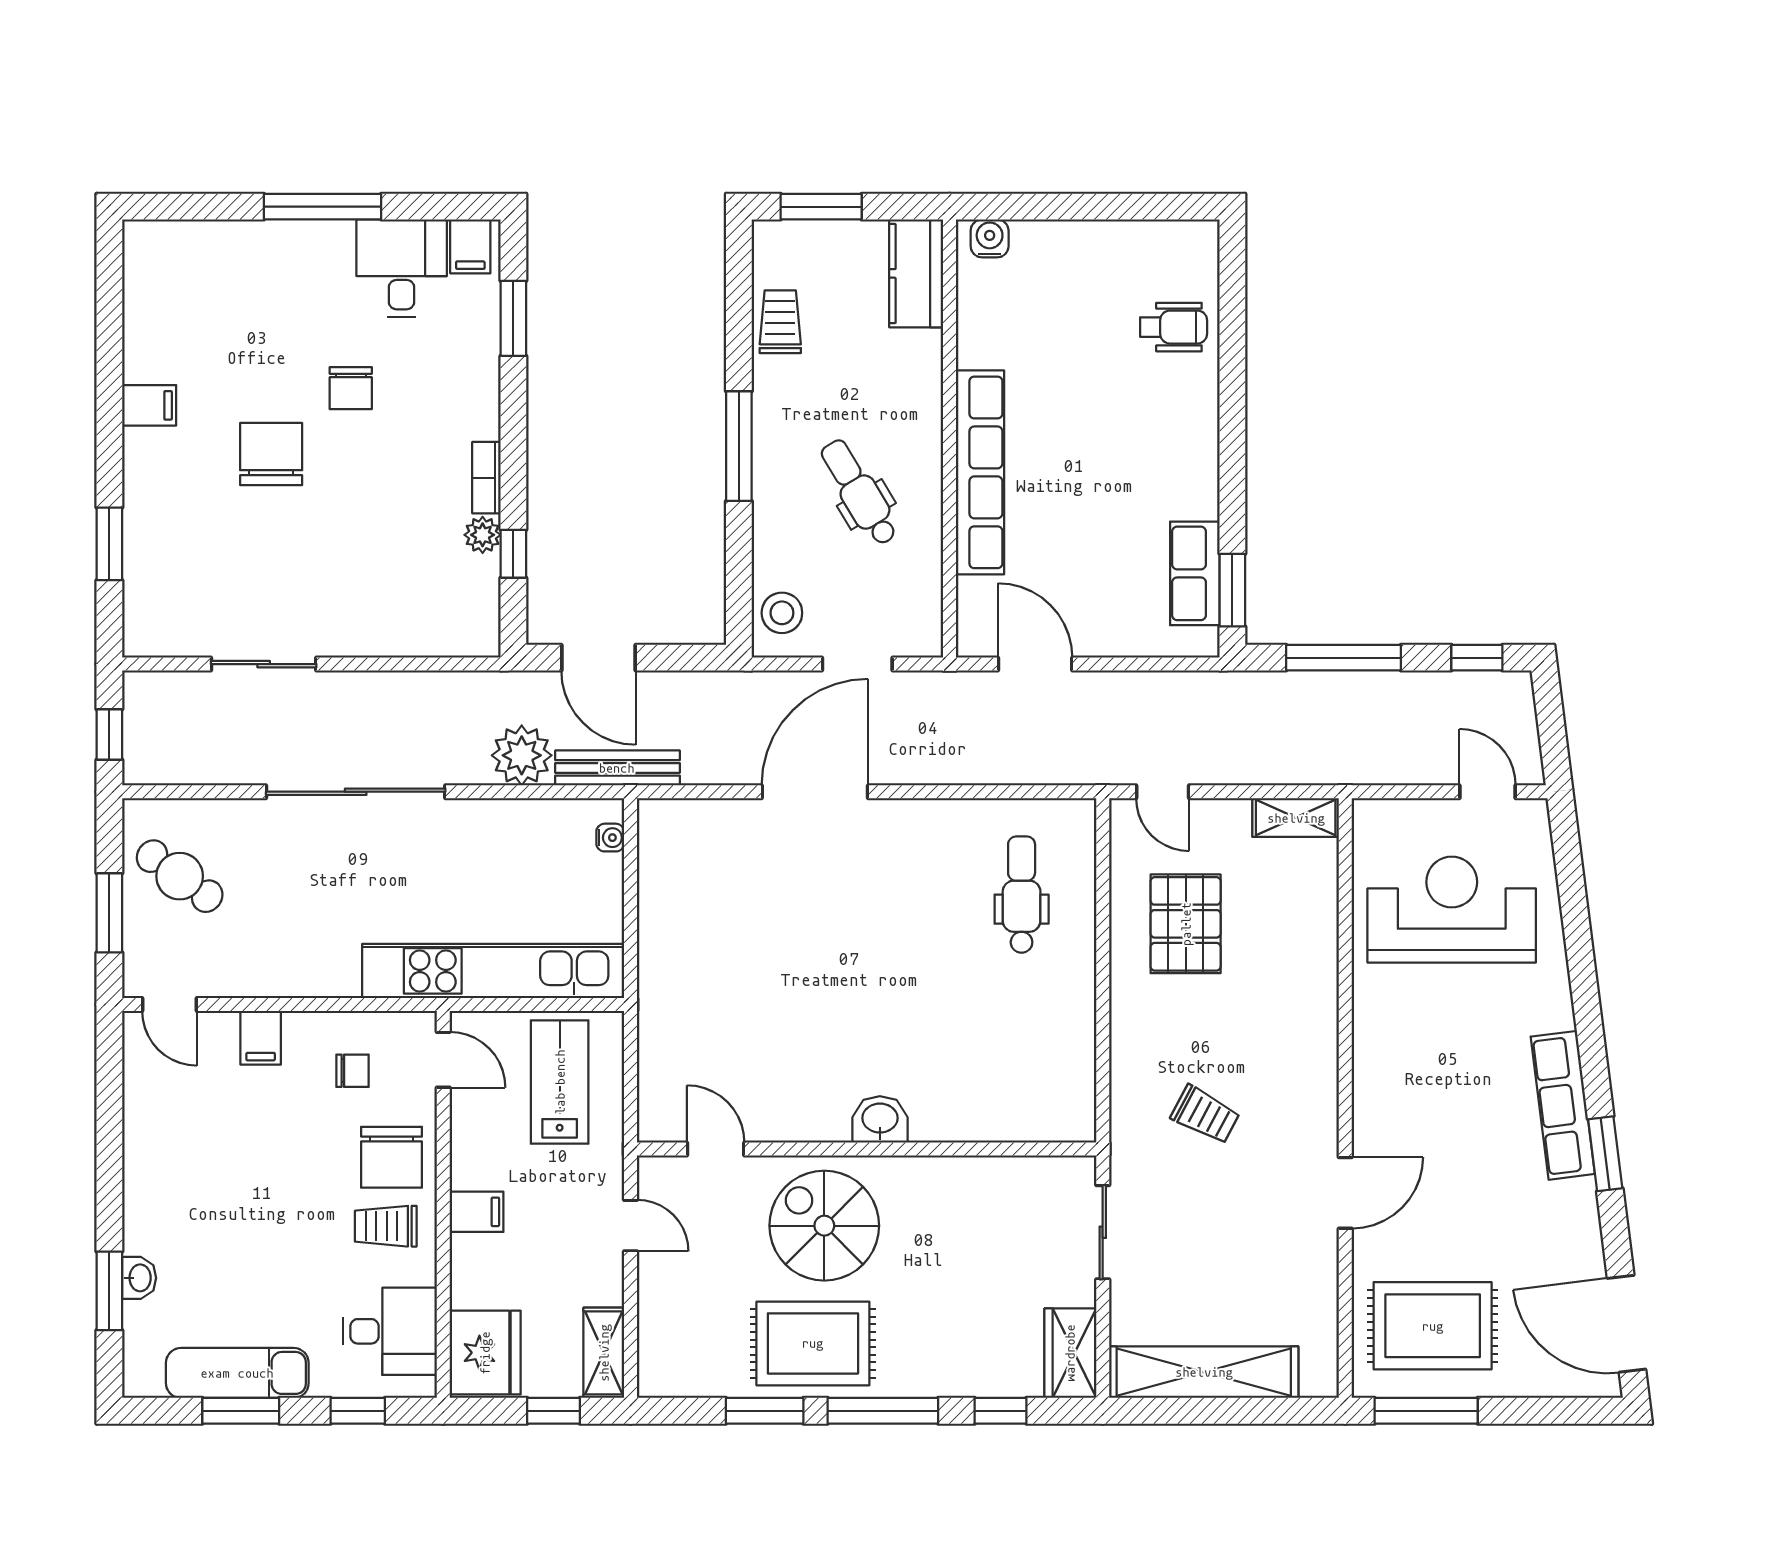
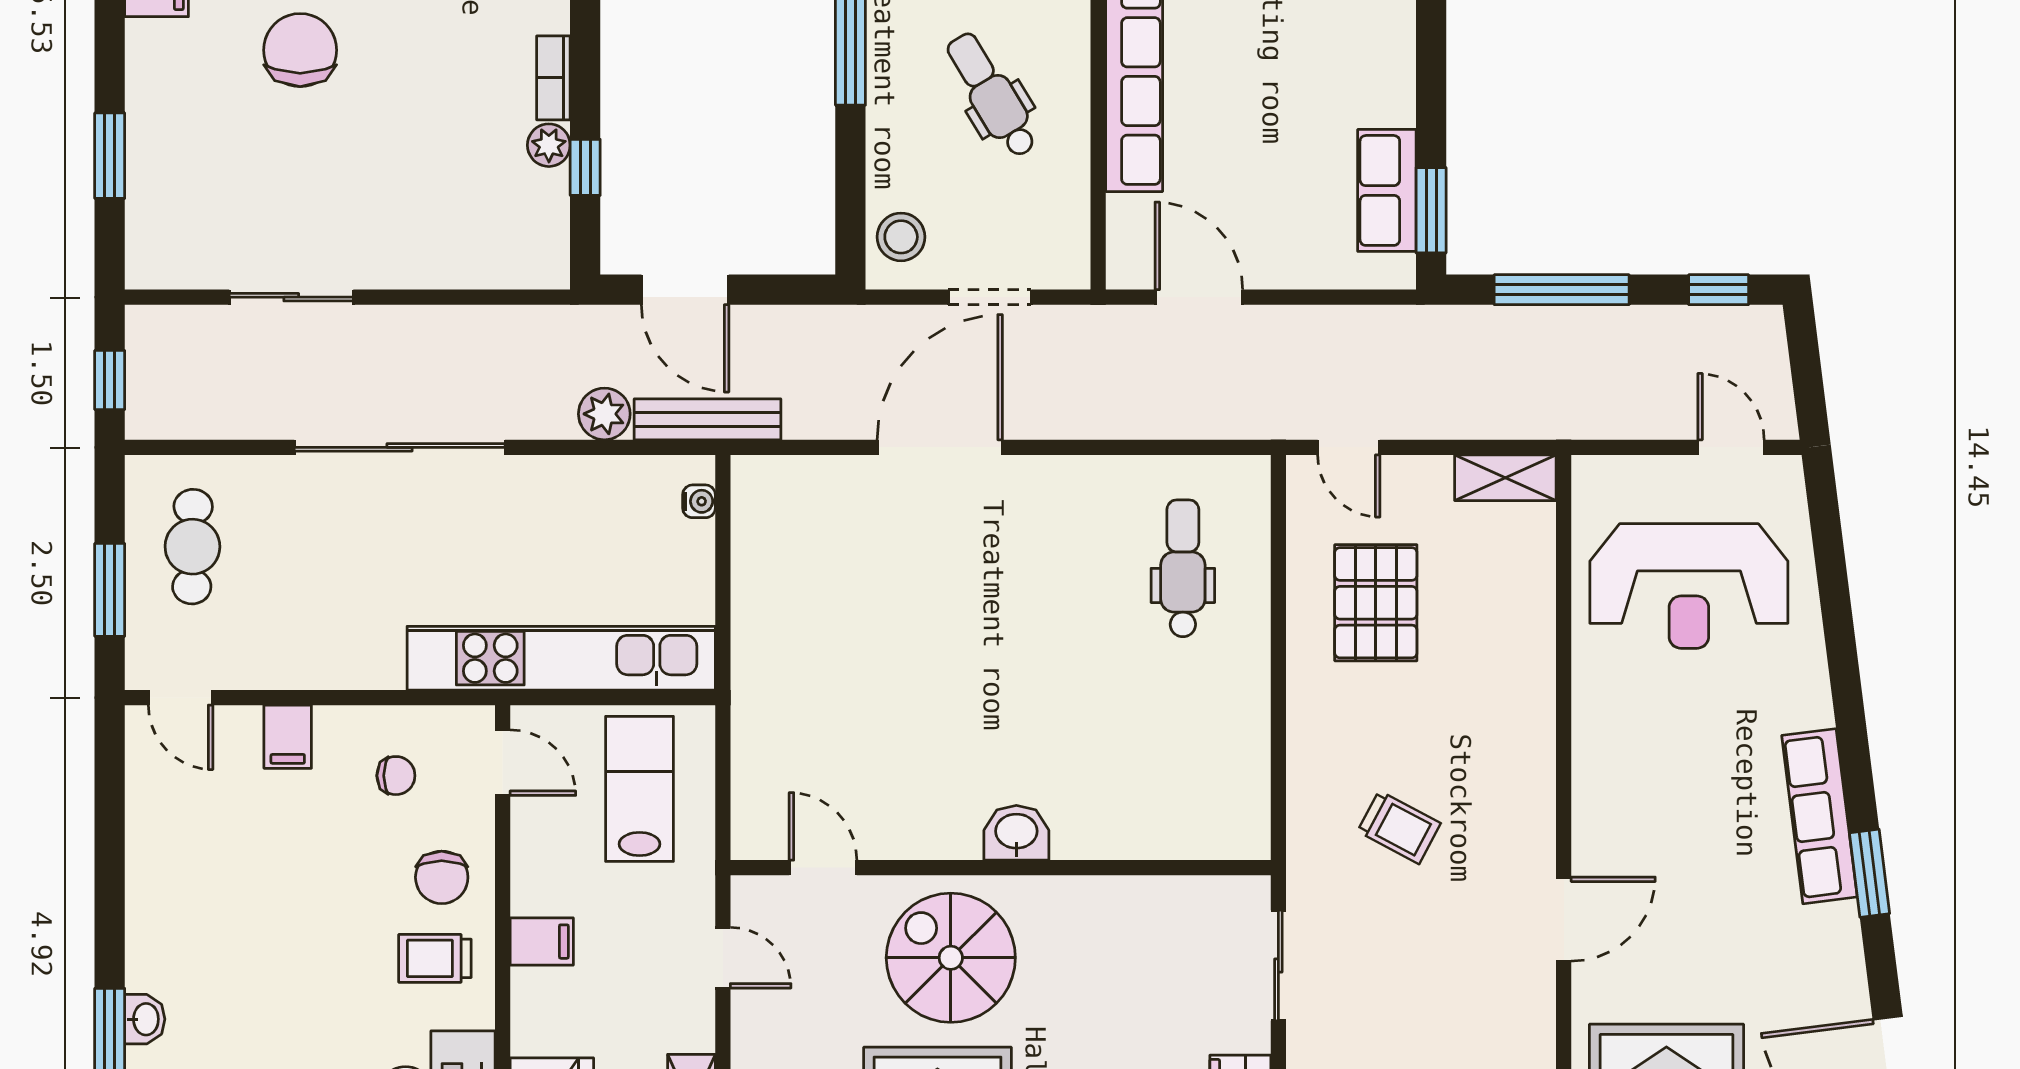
plant: (522, 755) -> (604, 414), width x0.73, depth x0.73
cafe table: (180, 876) -> (192, 547), turned 55
reception desk: (1452, 910) -> (1689, 586), turned 180
chair: (392, 1157) -> (442, 877), width x0.73, depth x0.73

